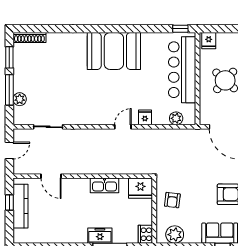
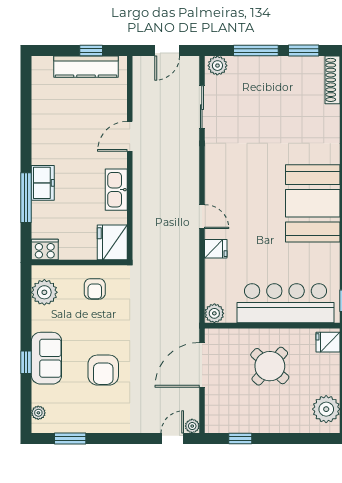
plant: (20, 99) -> (217, 66), moved
plant: (176, 118) -> (214, 313), moved
door: (9, 151) -> (167, 51), hinge flipped
door: (51, 176) -> (130, 136), moved
armchair: (172, 200) -> (95, 289), turned -97

